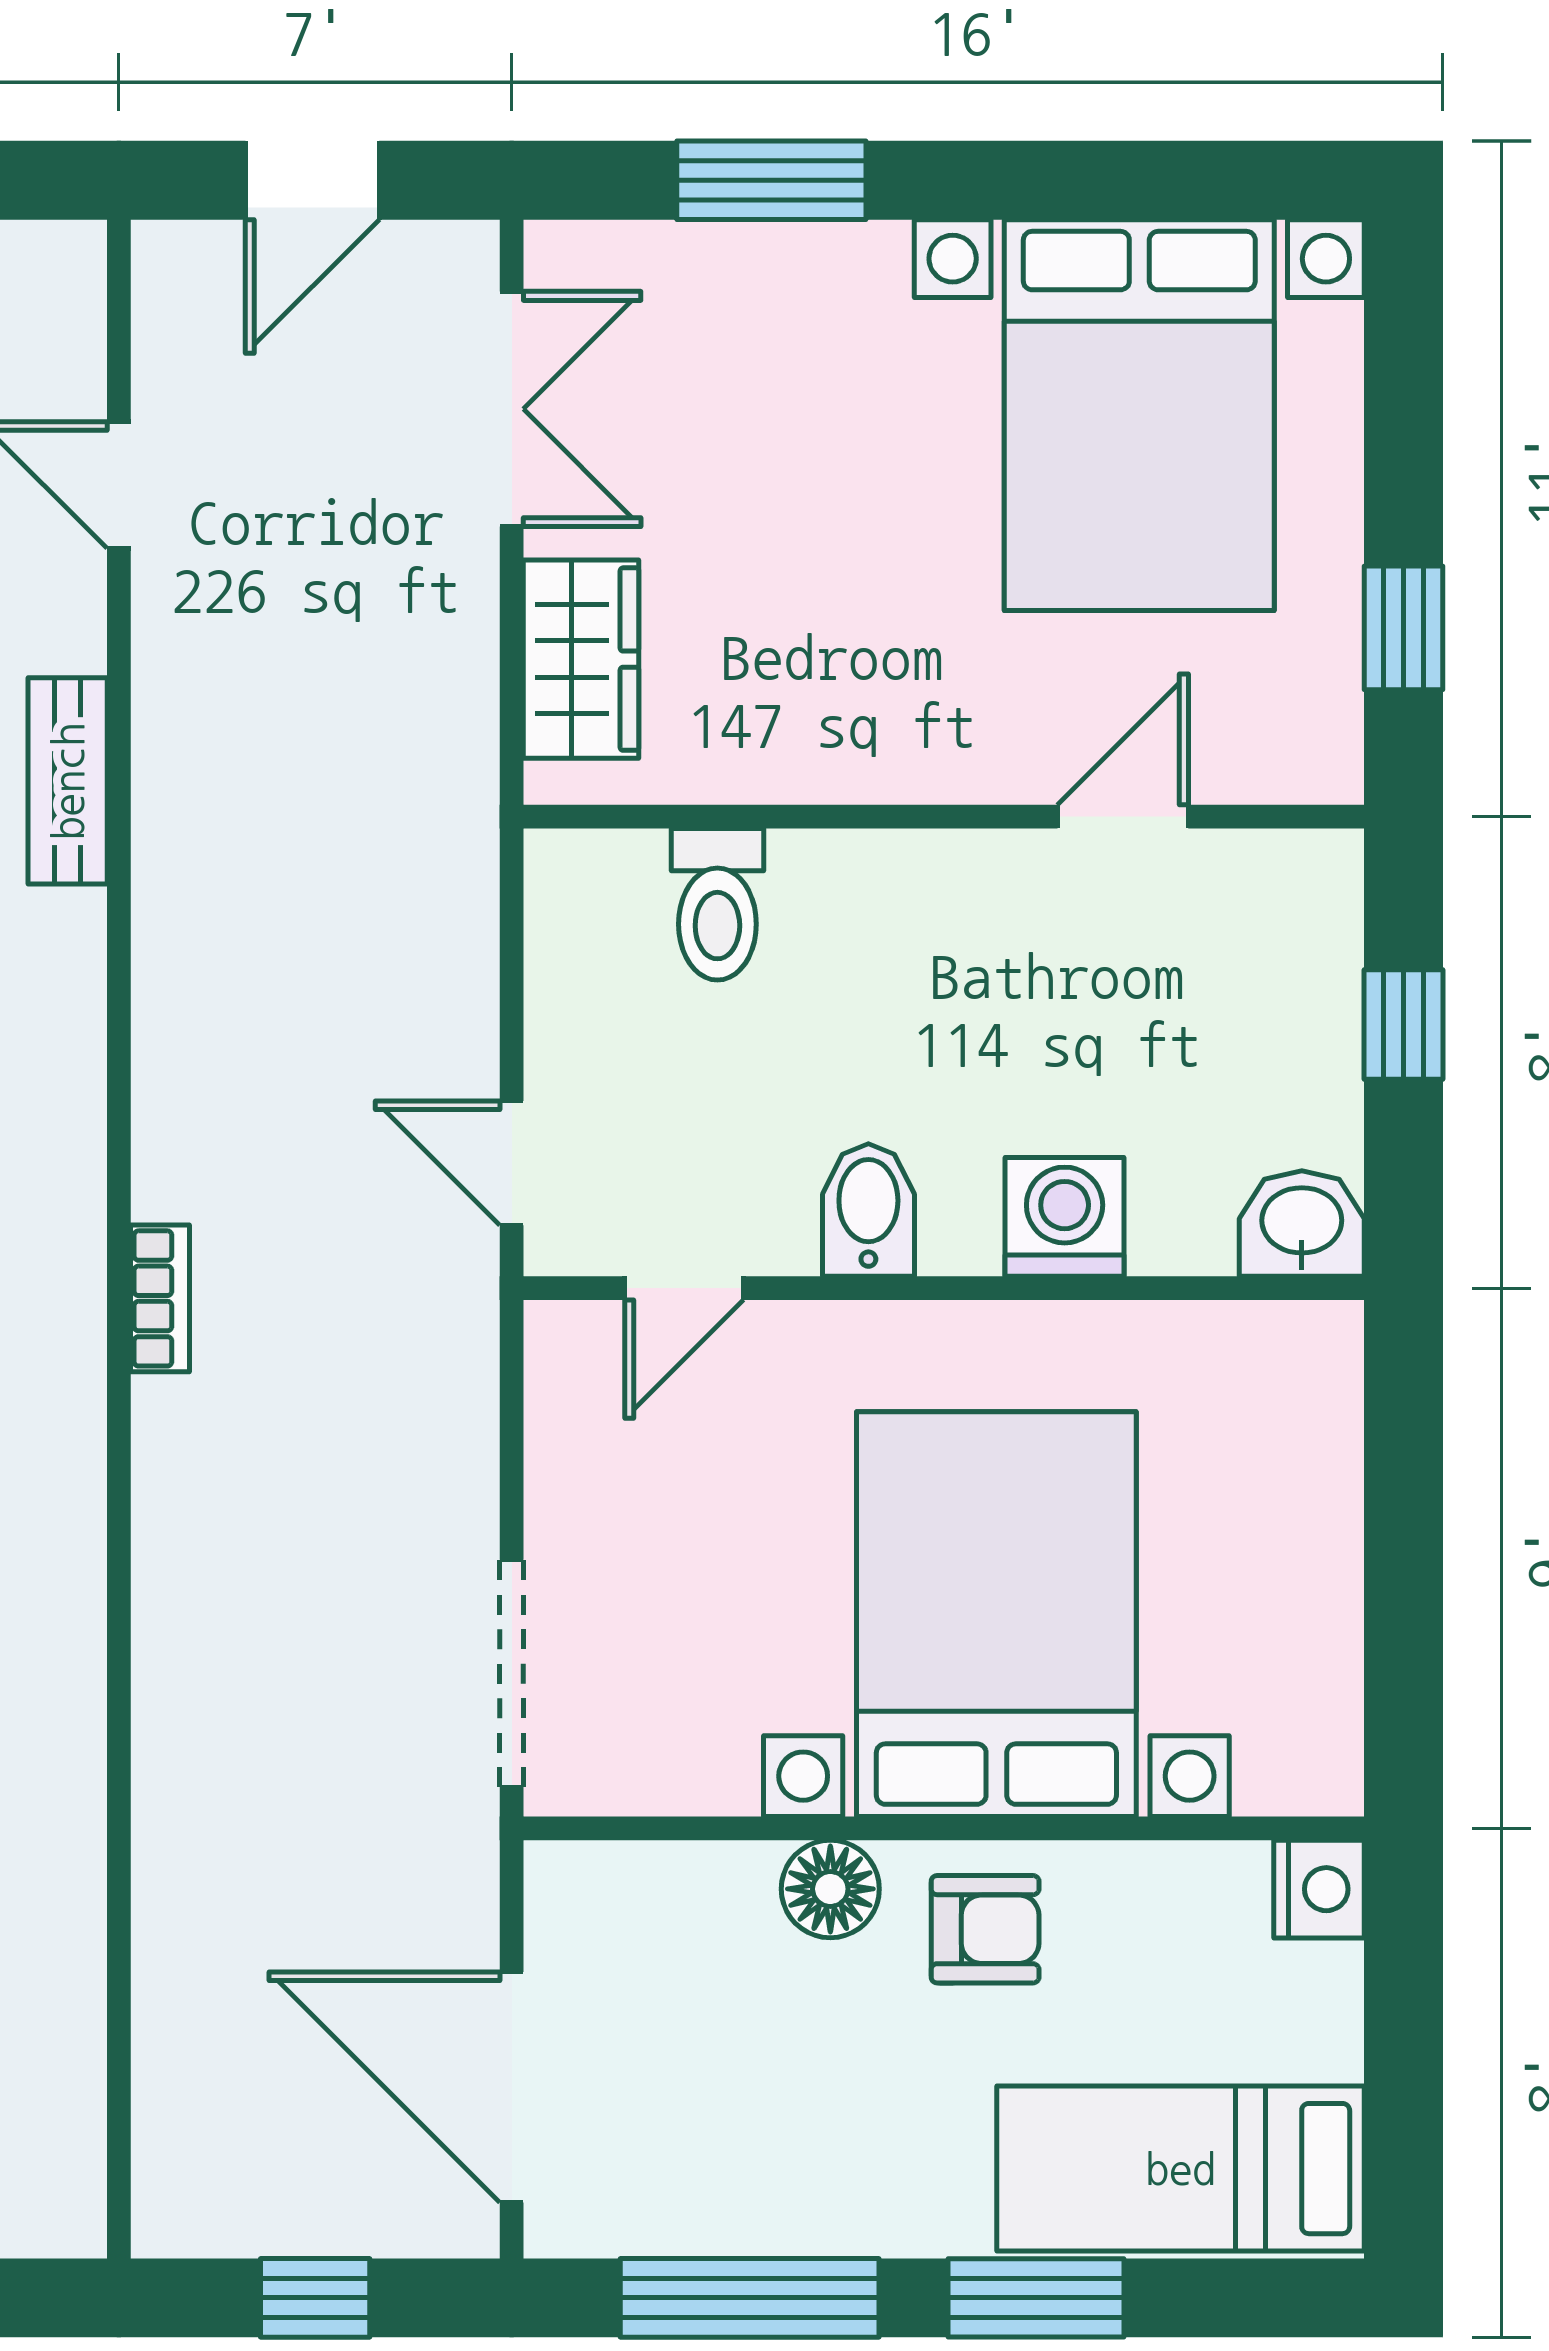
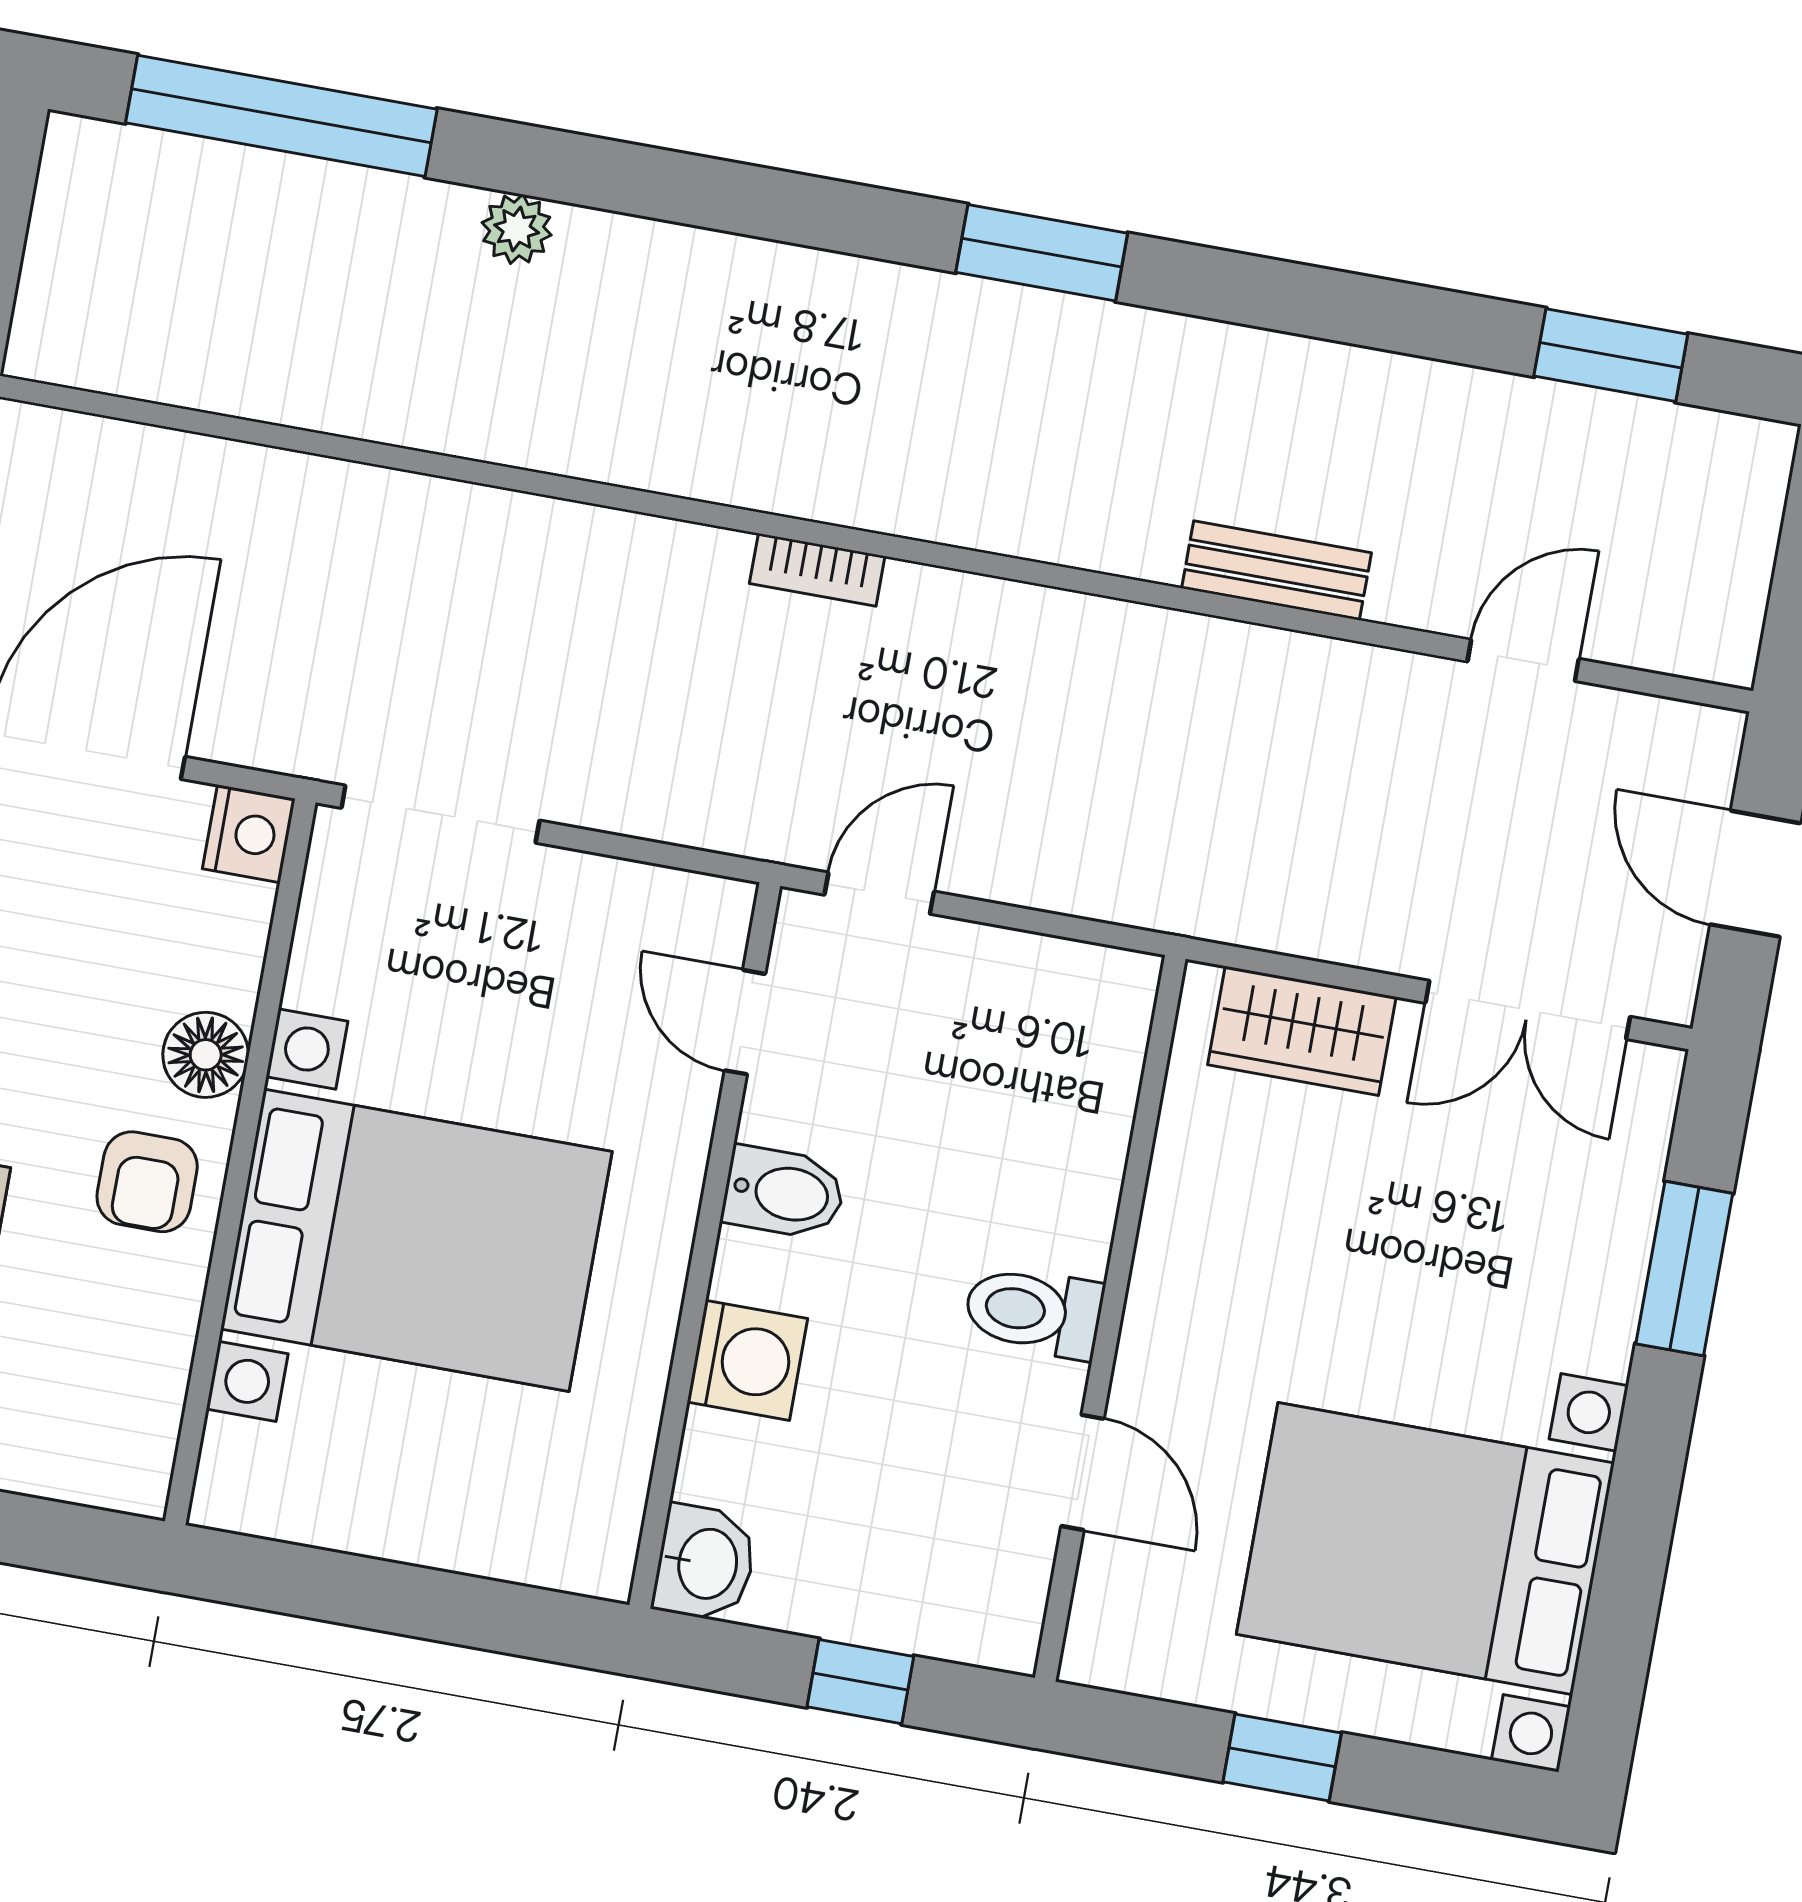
window: (1403, 628) -> (1282, 1757), moved
toilet: (717, 904) -> (1034, 1312), moved
nightstand: (1319, 1889) -> (249, 834), moved, turned -90

